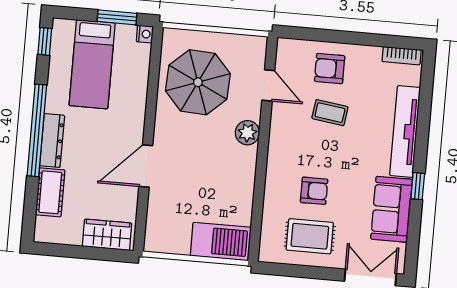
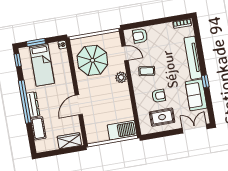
window: (117, 17) -> (36, 42), moved
armchair: (330, 69) -> (140, 36), moved
coffee table: (330, 113) -> (147, 71), moved

